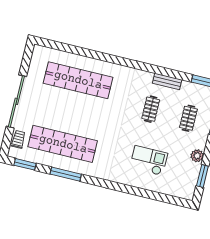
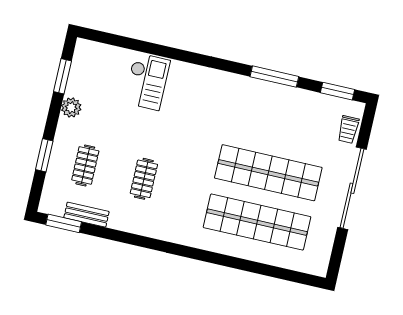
bench: (167, 81) -> (86, 215), moved
shop shelf: (63, 144) -> (268, 173), moved
checkout: (149, 161) -> (147, 82), moved, turned -90

